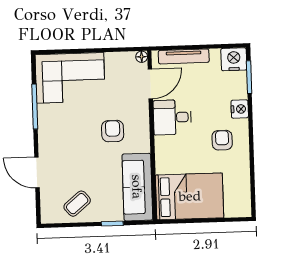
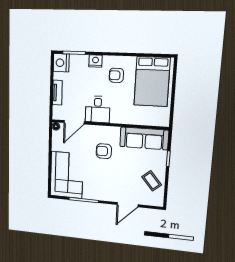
tv unit: (184, 56) -> (57, 93), width x0.71
door: (150, 84) -> (74, 122), swing flipped
bed: (190, 196) -> (152, 82), moved, turned 180

